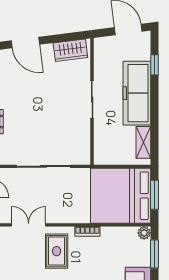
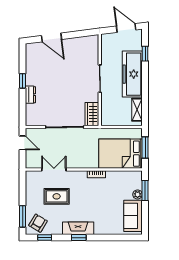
wardrobe: (70, 50) -> (92, 114), moved, turned 97
bed: (121, 196) -> (120, 154), width x0.73
plant: (144, 233) -> (138, 194), moved
rug: (57, 251) -> (57, 196), moved, turned 90

